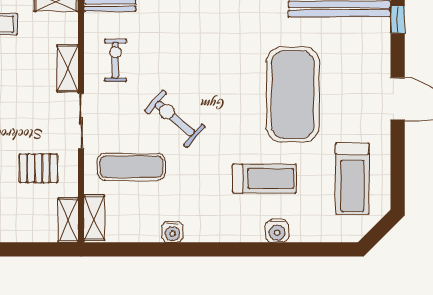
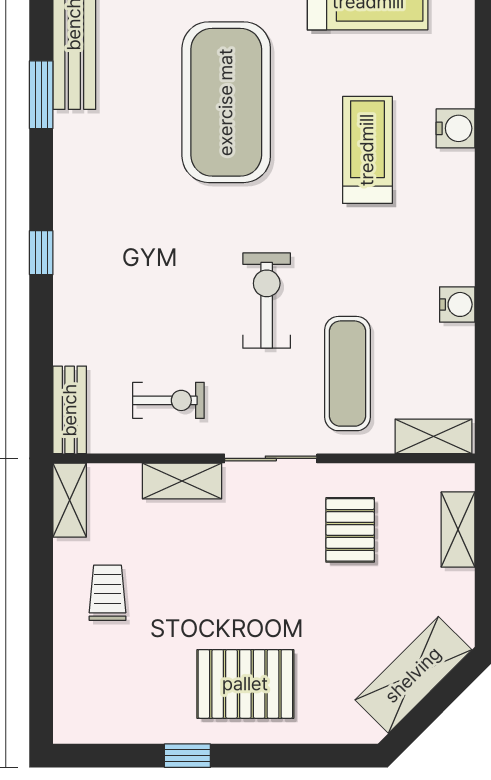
exercise bike: (115, 60) -> (168, 400), turned 180
exercise mat: (293, 95) -> (226, 102), turned 90
exercise bike: (175, 119) -> (267, 301), turned 139
shelving: (68, 220) -> (458, 530), moved, turned 90

